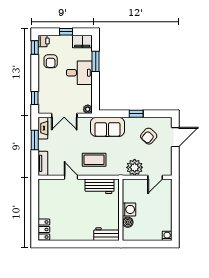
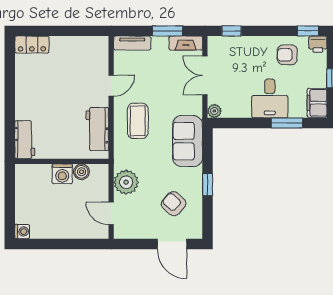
boiler: (128, 222) -> (81, 172), moved

